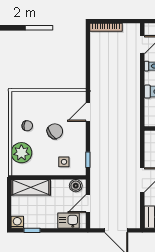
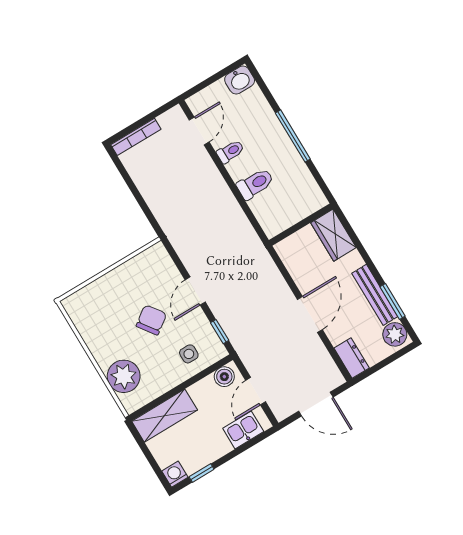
door: (88, 112) -> (195, 291), moved
chair: (27, 126) -> (109, 335), removed

